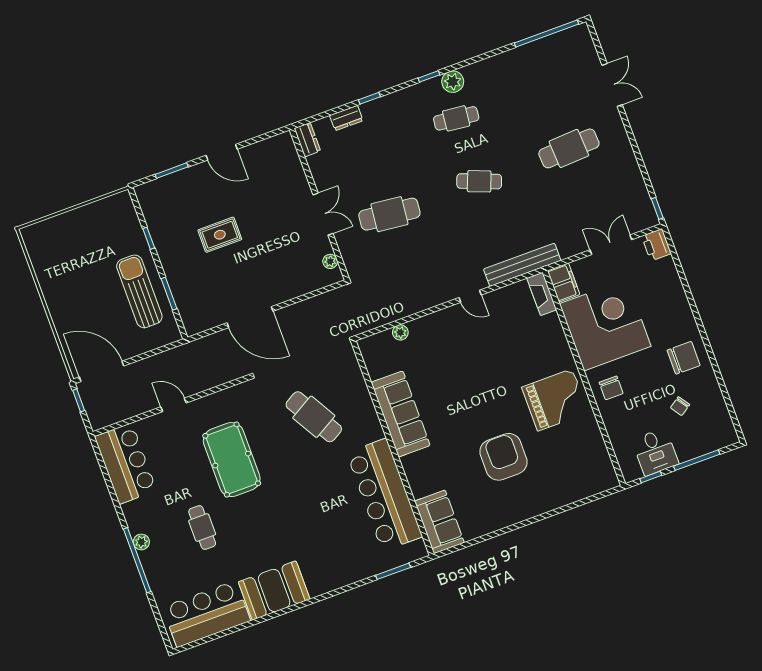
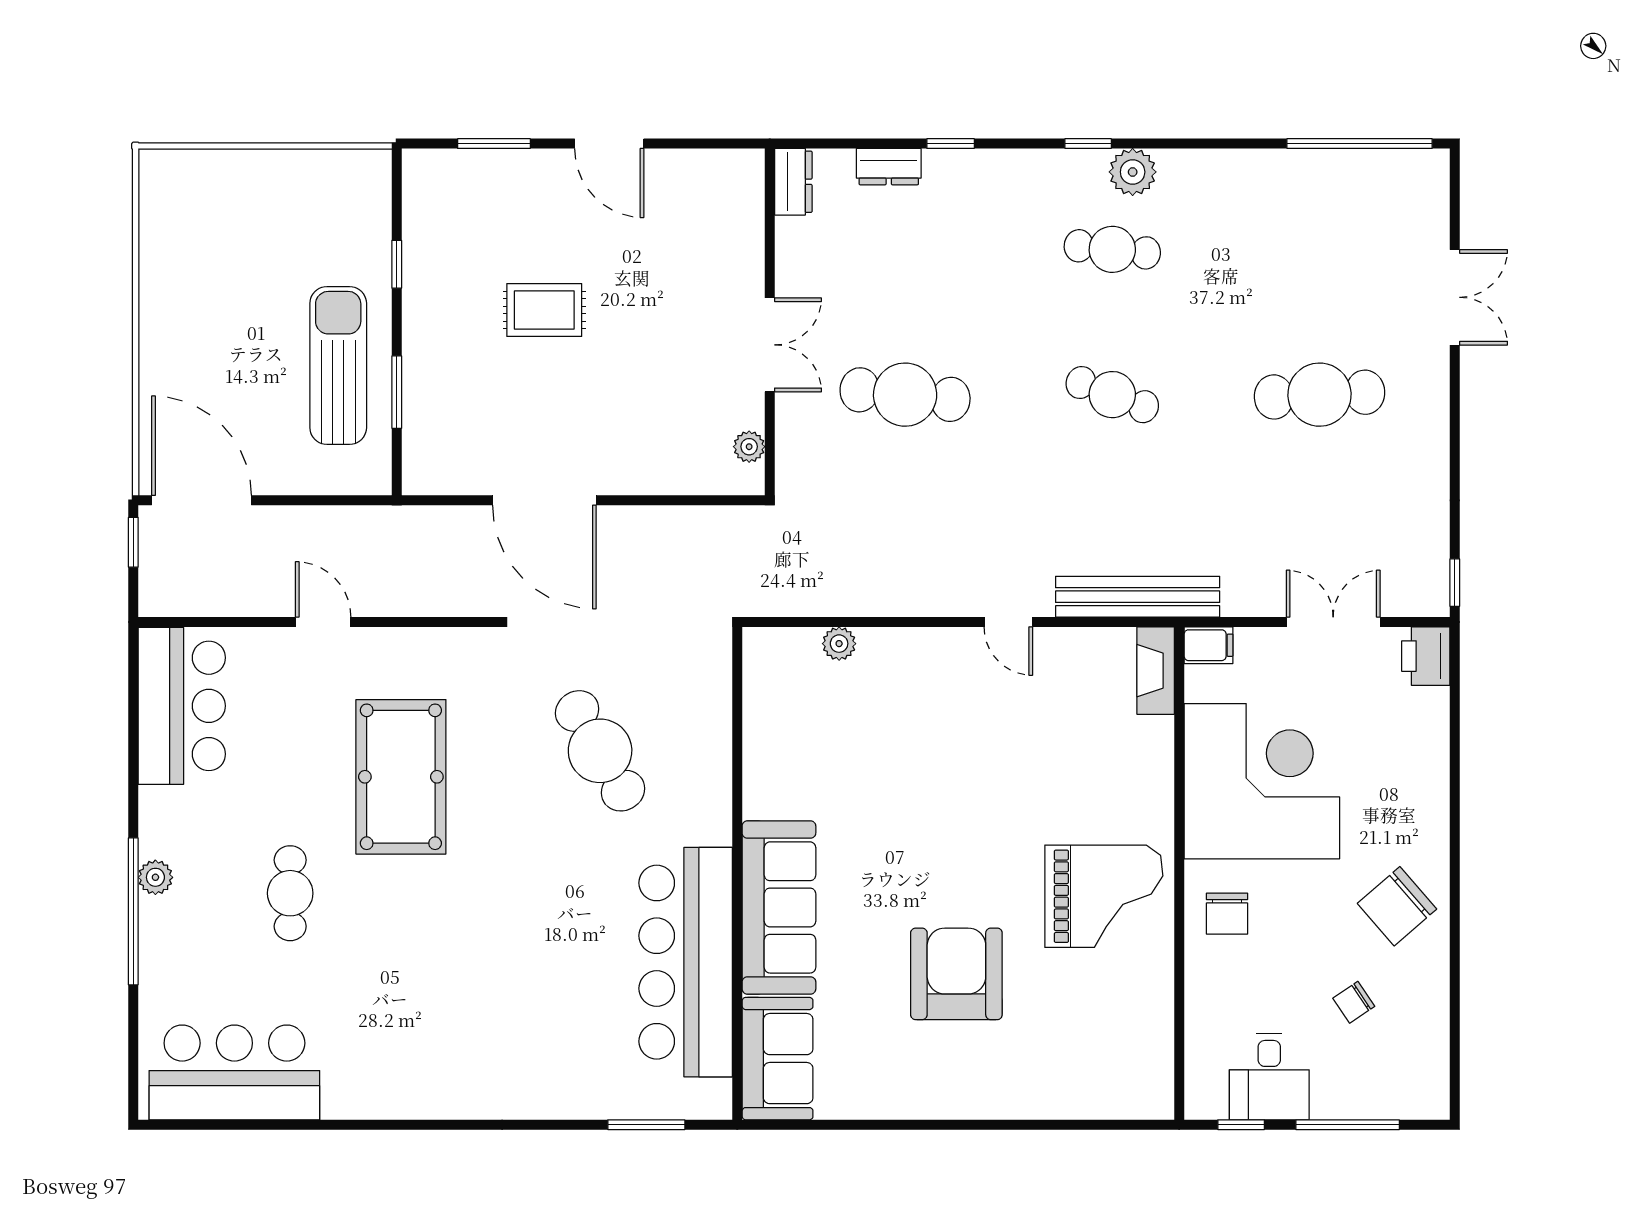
filing cabinet: (563, 283) -> (1209, 645), width x0.50
chair: (684, 358) -> (1397, 906), turned 139
sofa: (401, 414) -> (779, 907), moved
booth: (274, 591) -> (390, 1075), removed

